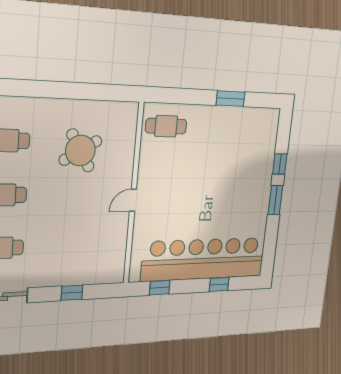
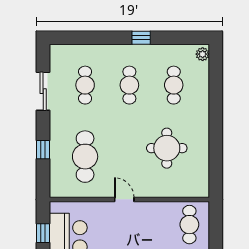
round table: (80, 151) -> (167, 148), turned 31
cafe table: (83, 245) -> (85, 157), added

